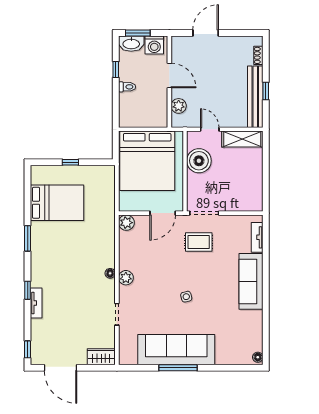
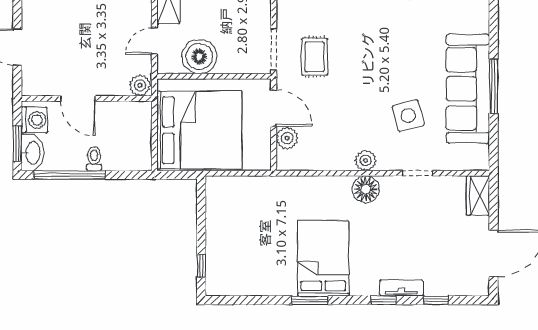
window: (116, 70) -> (69, 175), width x3.17
door: (169, 75) -> (78, 99), swing flipped
plant: (179, 106) -> (140, 85), moved
window: (70, 162) -> (201, 266), moved
bed: (57, 203) -> (323, 258), moved
plant: (126, 223) -> (287, 138), moved
floor lamp: (110, 273) -> (366, 189), width x1.89, depth x1.89
side table: (186, 297) -> (408, 116), moved, width x1.87, depth x1.87
window: (28, 349) -> (436, 300), moved

